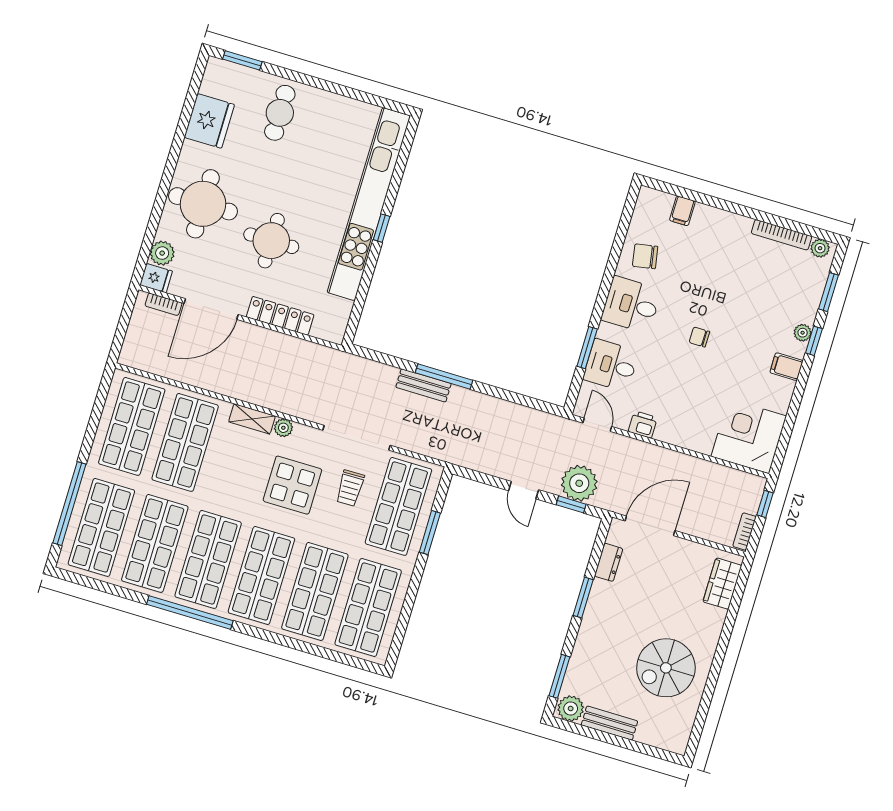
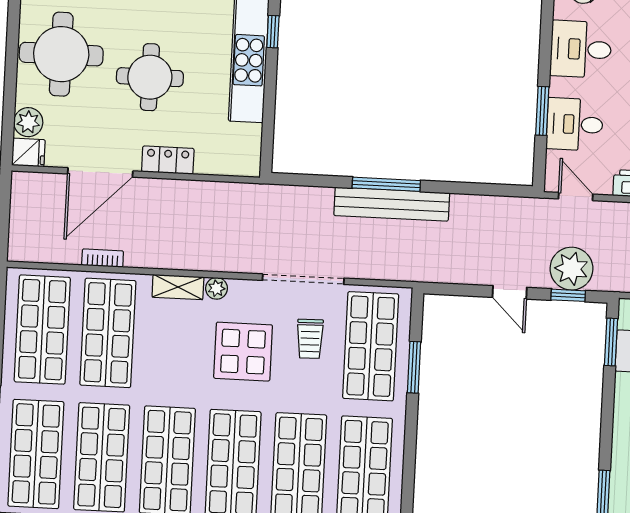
bookcase: (163, 304) -> (103, 258), moved, turned 180
locker: (280, 316) -> (168, 160), width x0.66
bench: (423, 385) -> (392, 204), width x1.86, depth x1.21
window: (583, 598) -> (611, 342), moved

